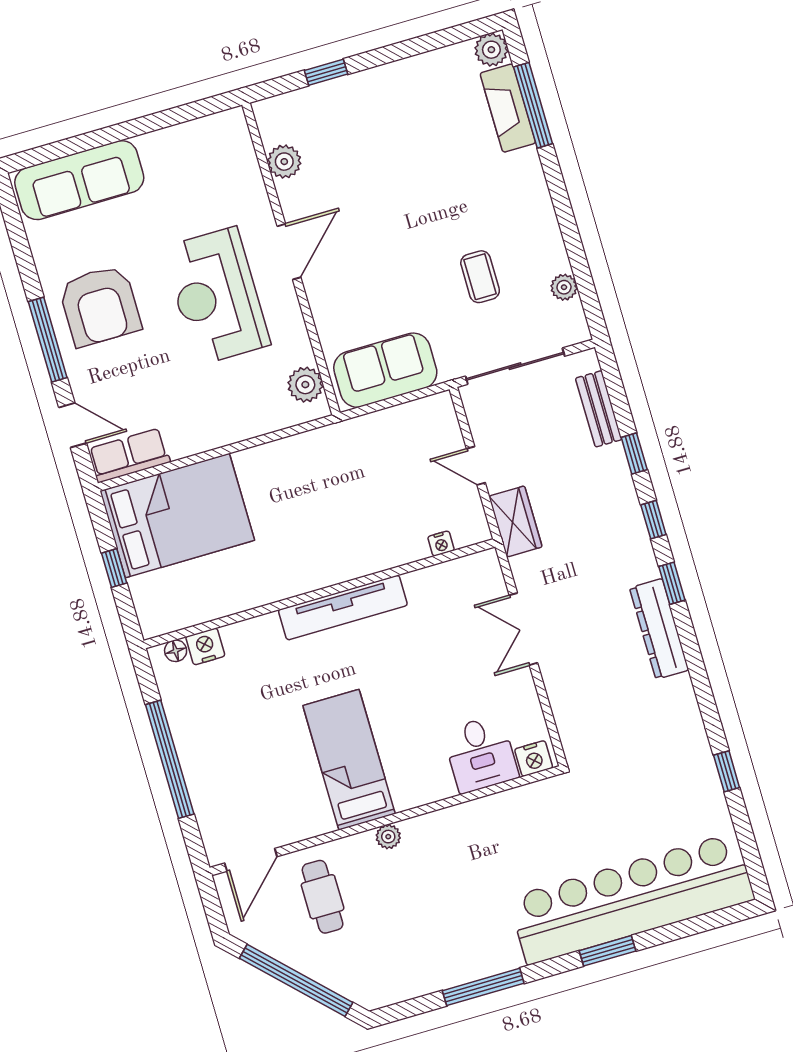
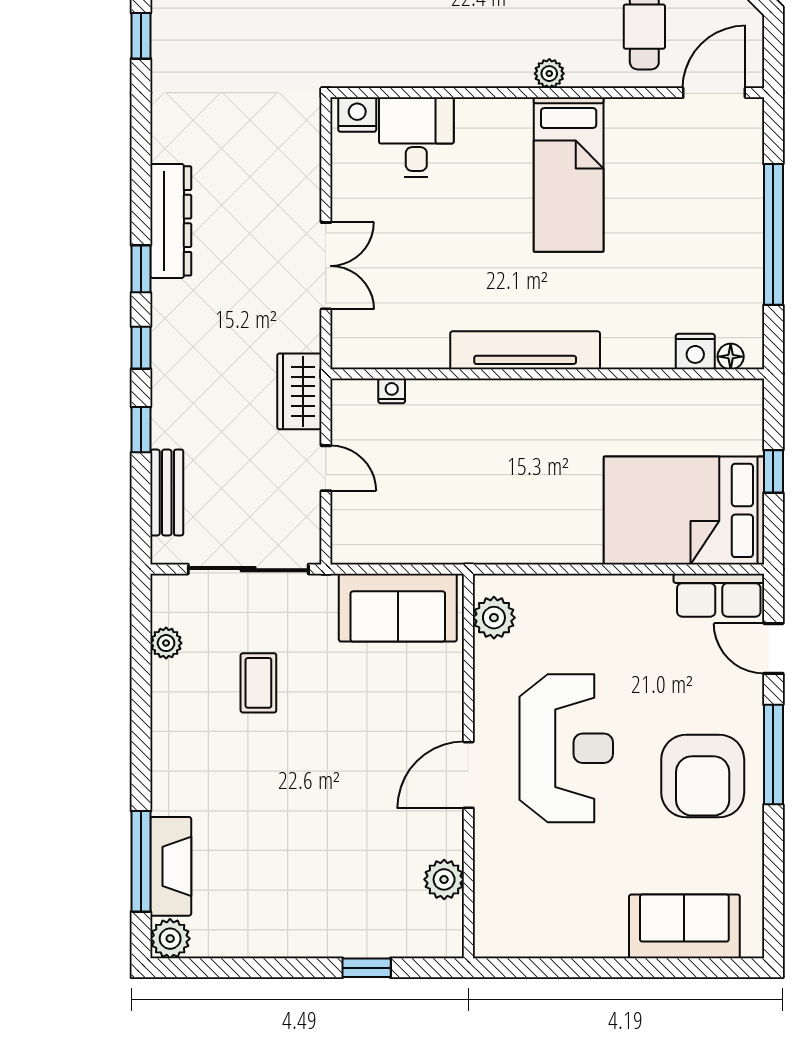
sofa: (79, 180) -> (684, 926), width x0.73
armchair: (100, 306) -> (703, 776), turned 180

